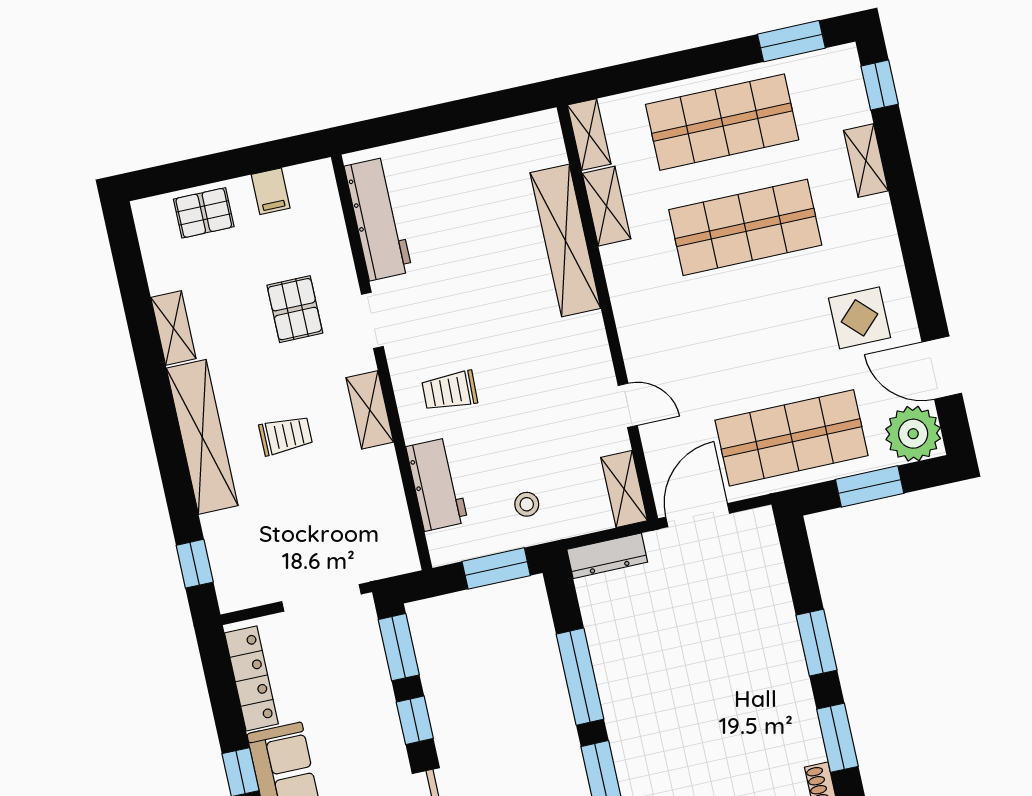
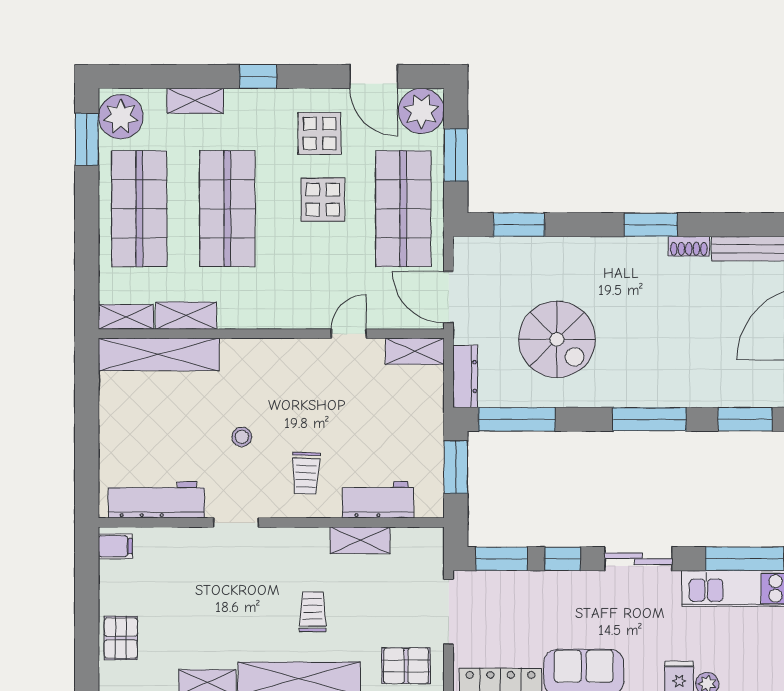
plant: (827, 76) -> (121, 117), added
window: (880, 85) -> (258, 77), moved
filing cabinet: (271, 191) -> (115, 546), moved
shelving: (565, 240) -> (159, 354), moved
pallet: (295, 309) -> (406, 666), moved
display table: (781, 339) -> (323, 200), added
door: (942, 368) -> (374, 77), hinge flipped
shelving: (370, 410) -> (360, 540), moved
stool: (527, 504) -> (242, 437), moved
window: (816, 643) -> (519, 225), moved
spiral stairs: (676, 656) -> (557, 339), added
window: (580, 677) -> (517, 419), moved

